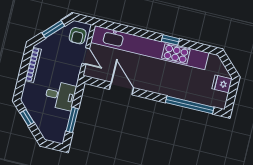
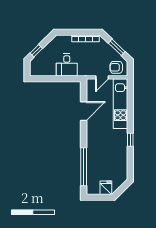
kitchen unit: (150, 48) -> (120, 104), width x0.54
window: (27, 118) -> (36, 51), moved
window: (72, 120) -> (50, 79), removed

